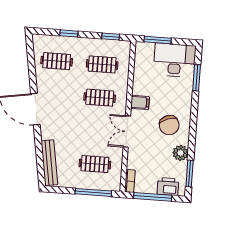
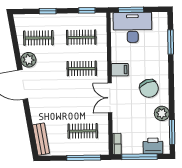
desk: (175, 60) -> (133, 27), moved
plant: (44, 83) -> (28, 60), added
bench: (49, 163) -> (41, 139), width x0.73

